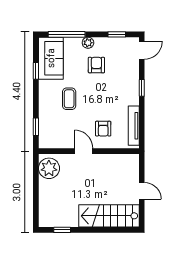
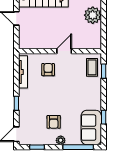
coffee table: (69, 99) -> (92, 67), moved
door: (84, 151) -> (64, 51), swing flipped
plant: (49, 168) -> (93, 15), moved

